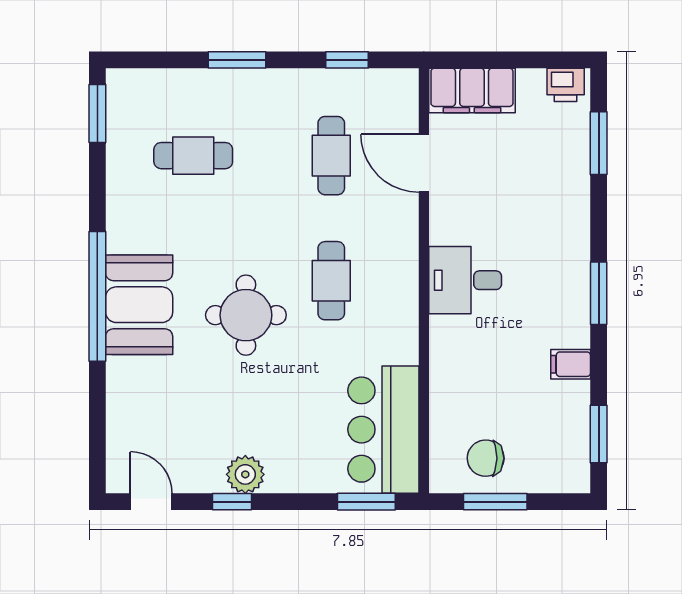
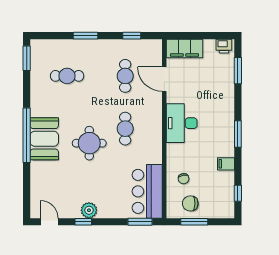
desk: (465, 280) -> (182, 123), width x1.37
chair: (470, 400) -> (184, 179), added
window: (599, 434) -> (238, 193), width x0.67

